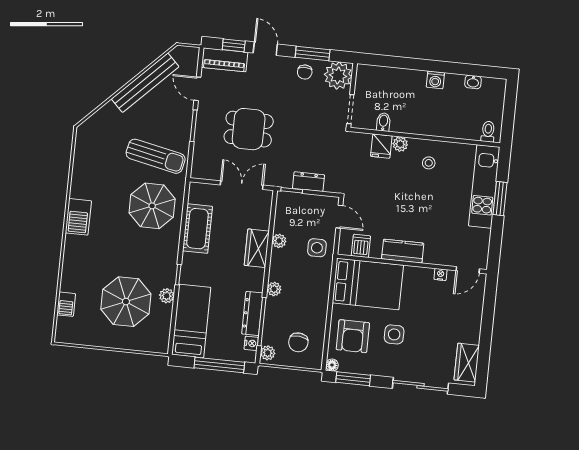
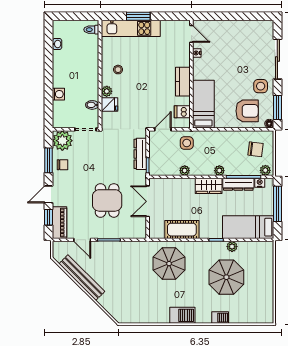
washing machine: (435, 80) -> (58, 94), moved
door: (197, 89) -> (82, 240), hinge flipped
sun lounger: (156, 156) -> (133, 265), removed
dresser: (308, 182) -> (140, 154), width x1.44
wardrobe: (257, 248) -> (209, 186), moved
bed: (368, 284) -> (203, 104), width x0.67
parasol: (126, 302) -> (226, 277), moved
barbecue: (66, 304) -> (220, 318), moved
side table: (394, 334) -> (261, 86), moved
wardrobe: (467, 363) -> (258, 28), removed

